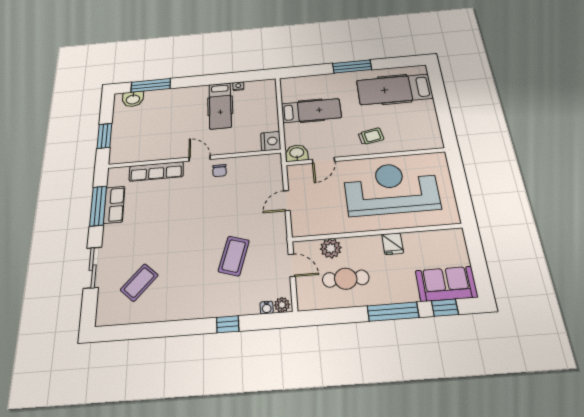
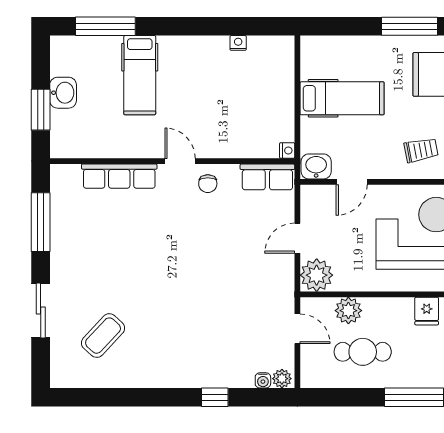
washbasin: (133, 99) -> (63, 93), moved, turned -90
hospital bed: (220, 106) -> (140, 75), moved
nightstand: (271, 141) -> (287, 151), width x0.53, depth x0.56
row of seats: (114, 205) -> (267, 177), moved, turned 90
plant: (303, 225) -> (317, 275), added
coffee table: (234, 256) -> (224, 310), removed

